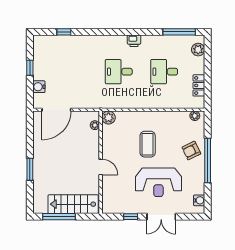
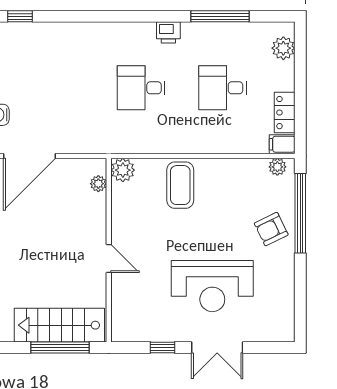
window: (64, 32) -> (20, 16), moved
window: (179, 32) -> (220, 16), moved
filing cabinet: (197, 103) -> (282, 144), added
coffee table: (148, 144) -> (180, 185), moved
window: (208, 161) -> (300, 213), moved
water cooler: (199, 200) -> (285, 318), removed
window: (59, 217) -> (60, 348), moved

